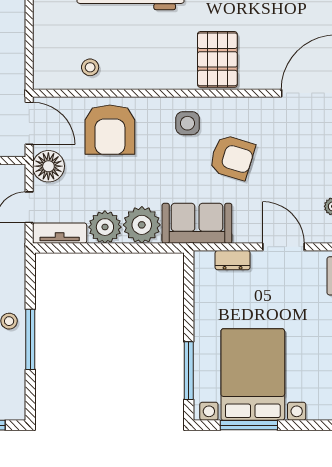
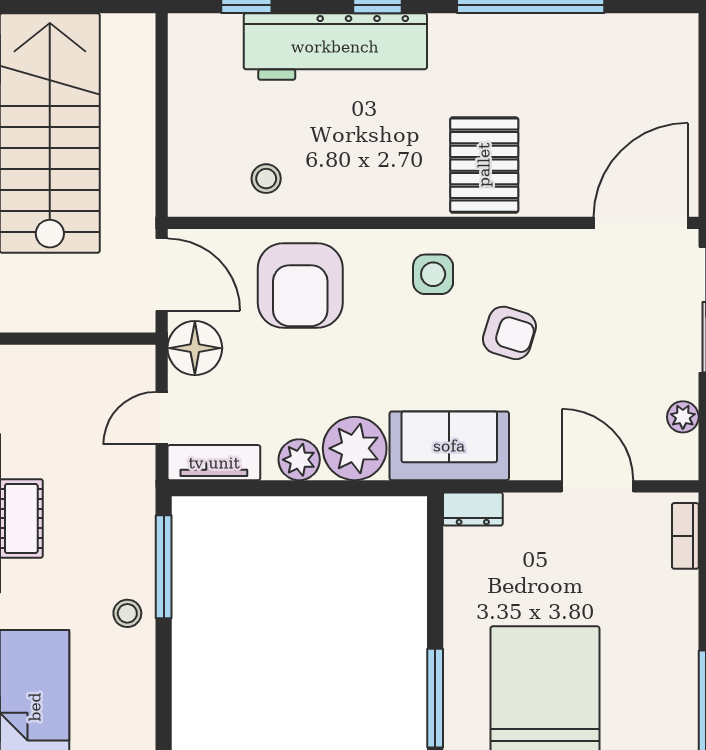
armchair: (232, 157) -> (509, 333), width x0.72, depth x0.72
plant: (105, 227) -> (299, 460), width x0.73, depth x0.73
dresser: (233, 260) -> (473, 509), moved
window: (30, 339) -> (164, 567), moved

